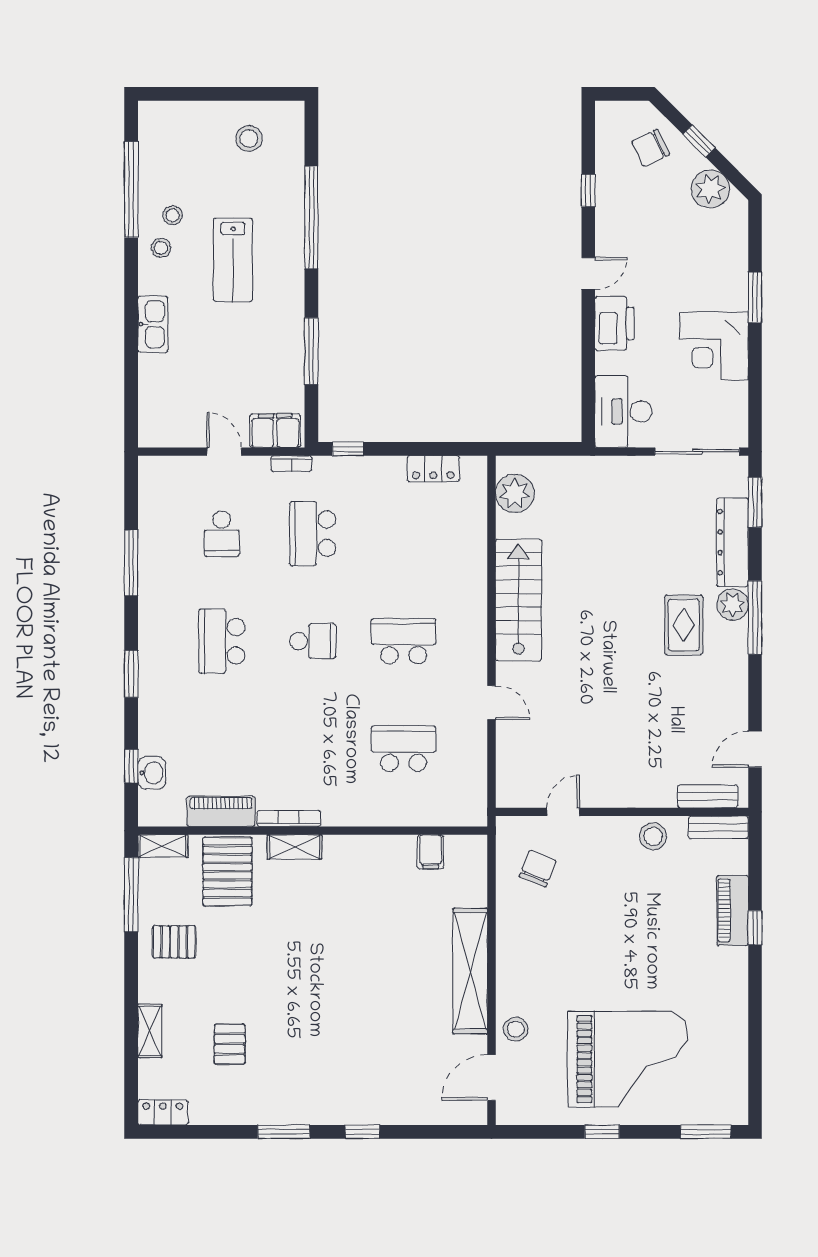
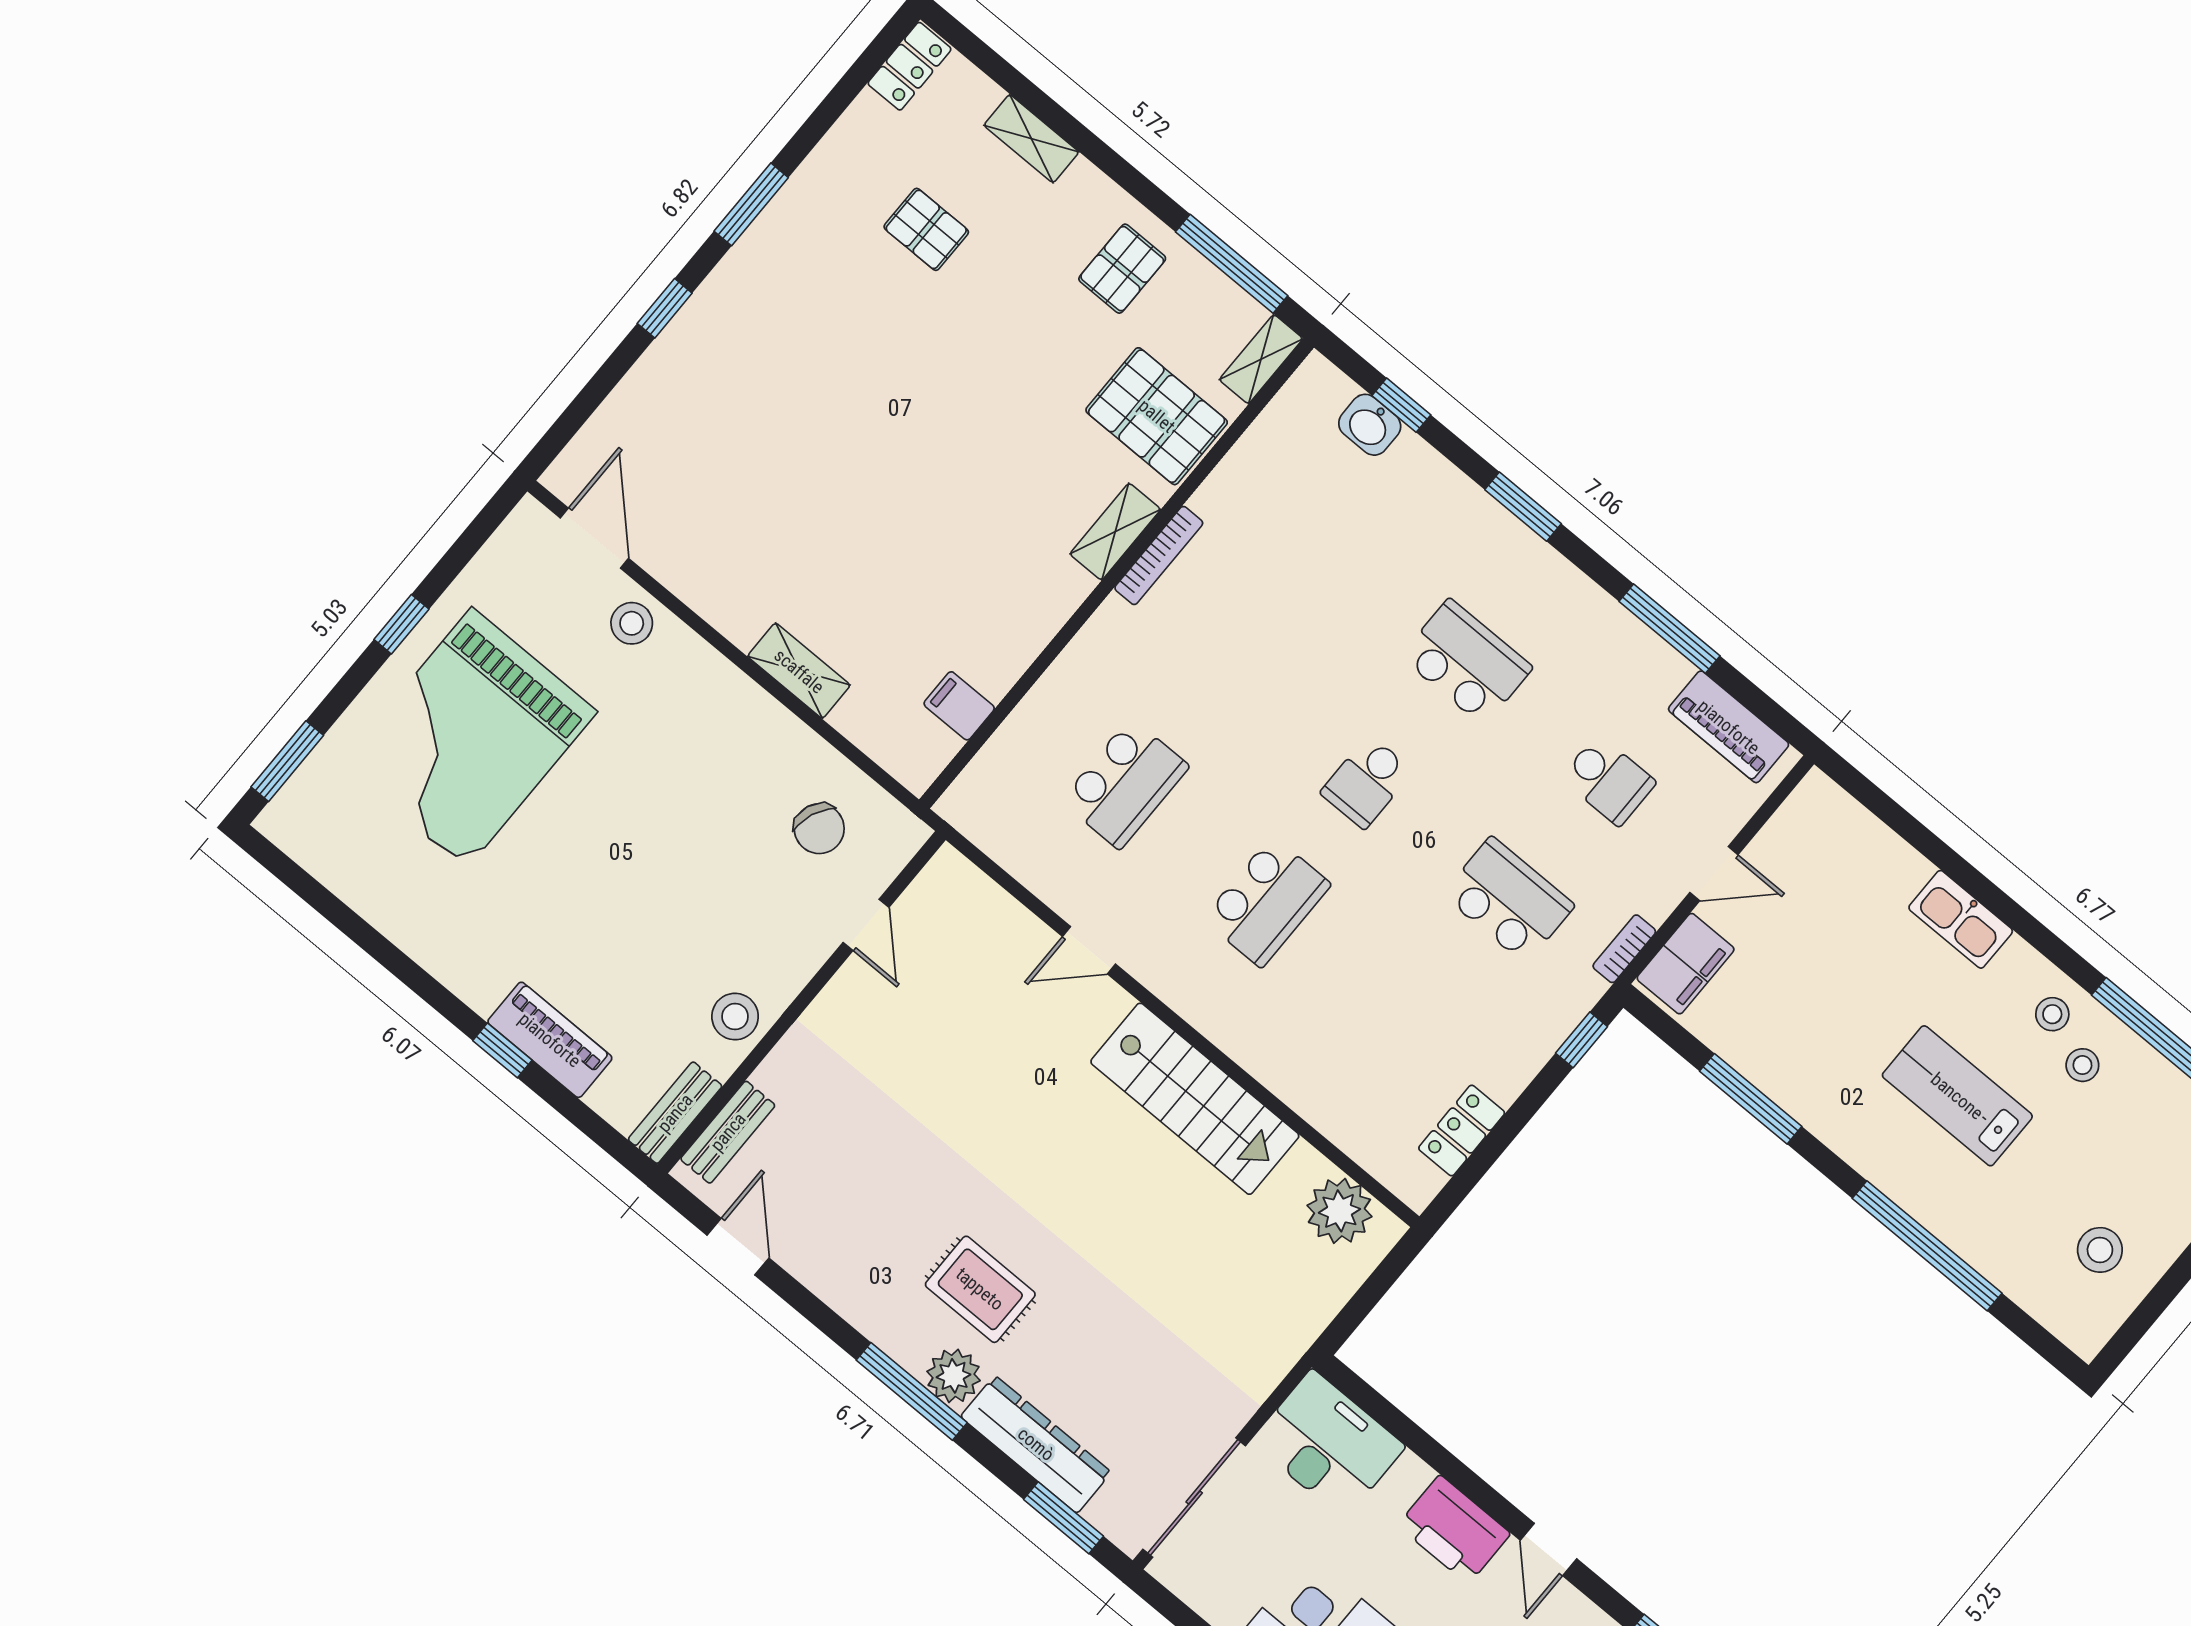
school desk: (222, 534) -> (1608, 780), turned 180
piano: (221, 811) -> (1729, 727), moved, turned 90
shelving: (470, 971) -> (799, 671), width x0.45, depth x0.75

